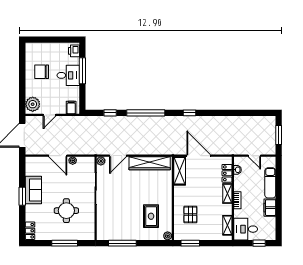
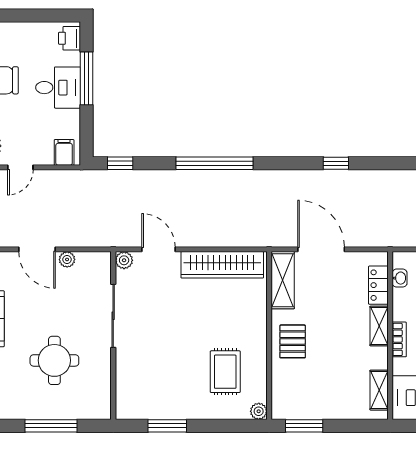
window: (110, 113) -> (120, 163), moved
window: (189, 113) -> (336, 163), moved
door: (118, 156) -> (159, 249), swing flipped
pallet: (190, 214) -> (293, 341), moved
window: (122, 243) -> (167, 426), width x0.69

